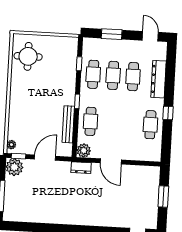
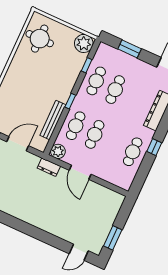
plant: (69, 45) -> (84, 43), added
cafe table: (133, 77) -> (95, 134), moved
window: (163, 196) -> (113, 238), moved

